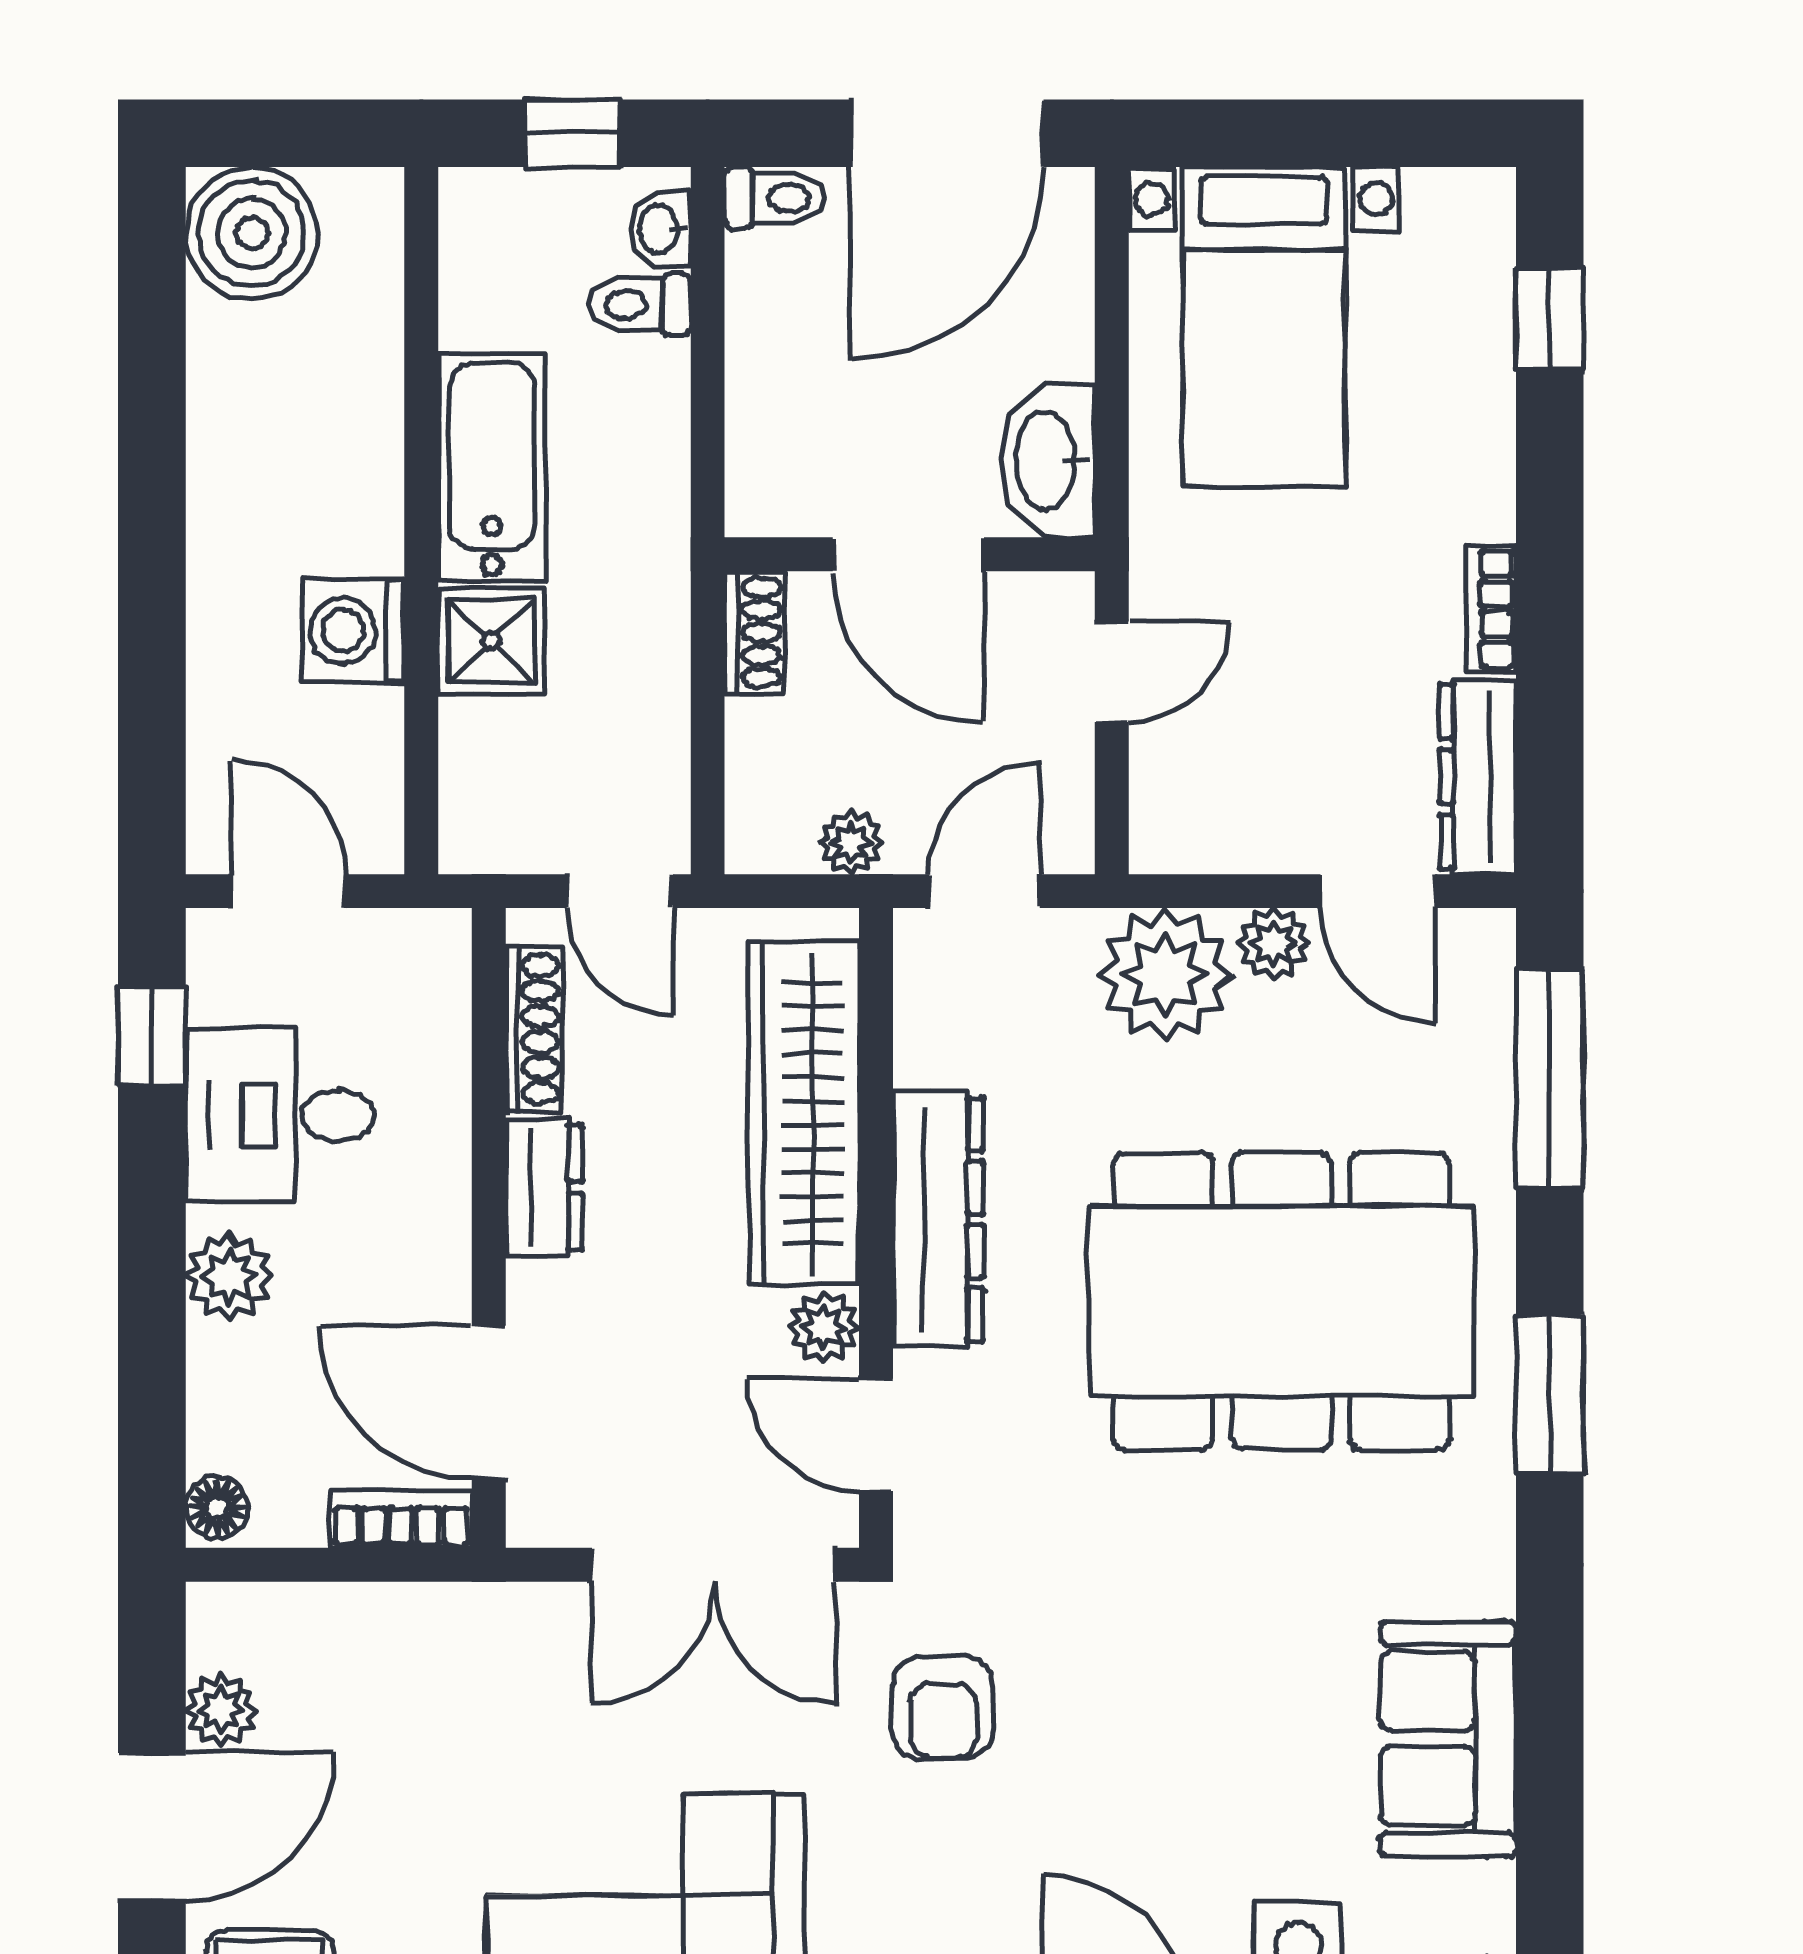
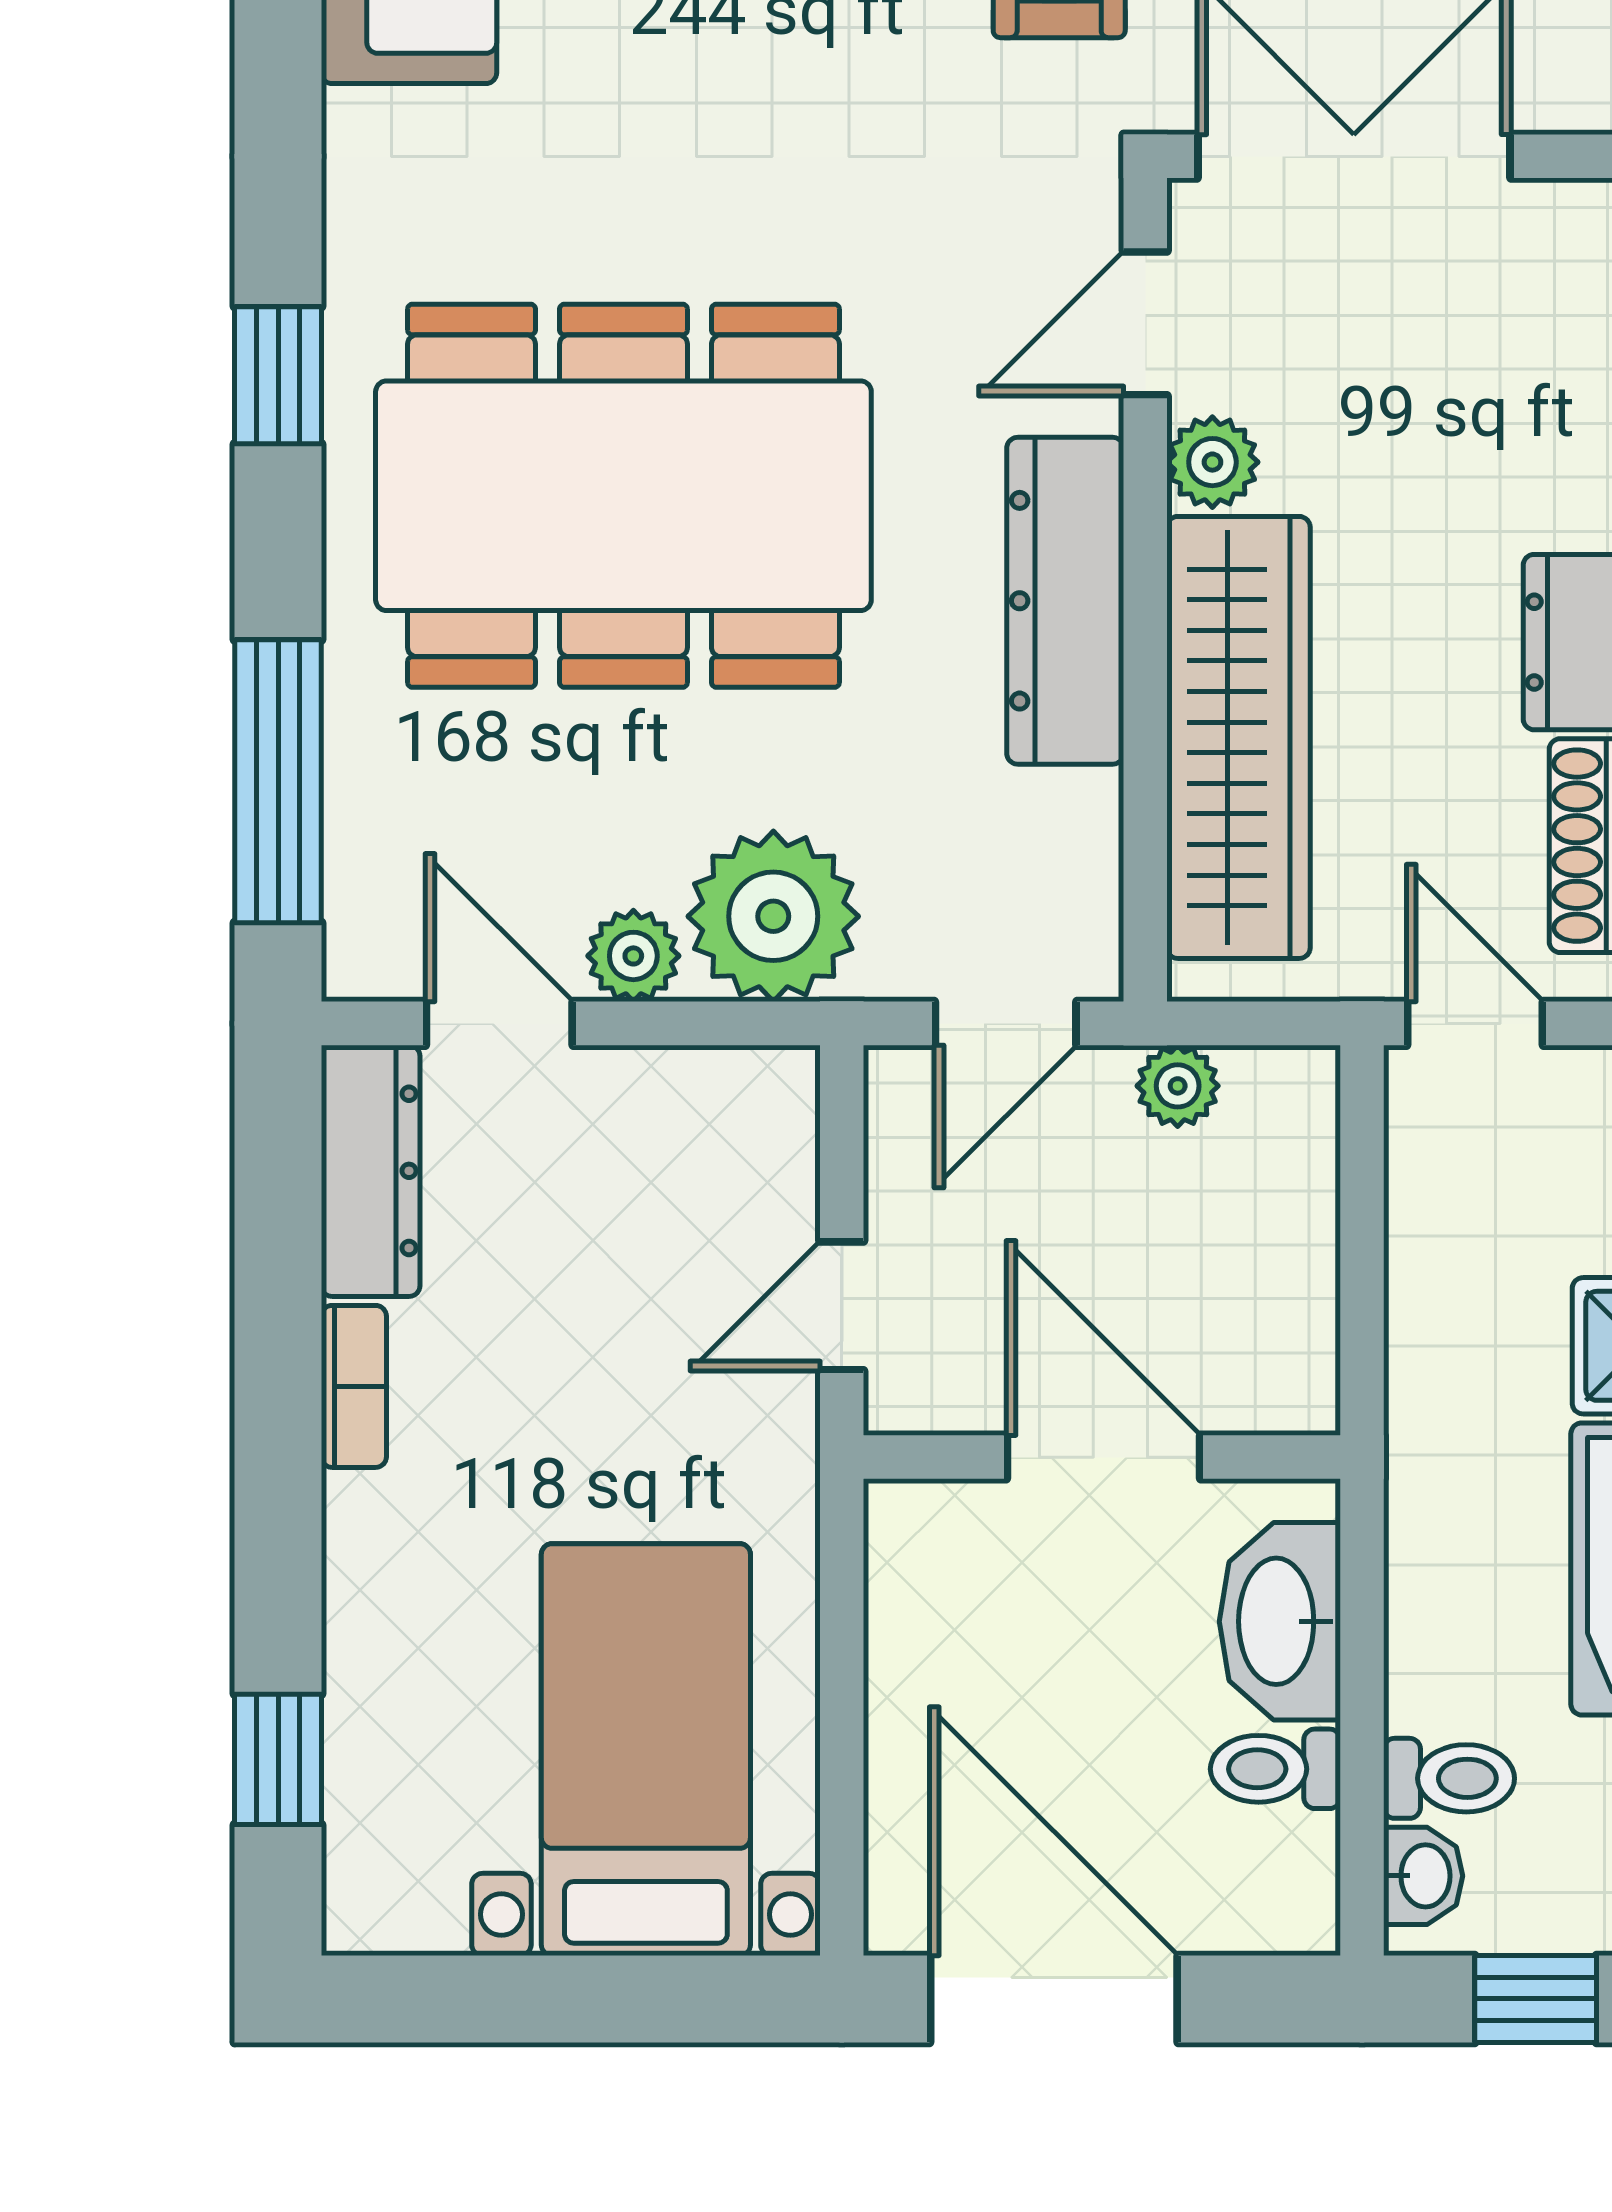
door: (947, 133) -> (1054, 1999), hinge flipped
toilet: (775, 198) -> (1275, 1769), moved
washbasin: (1048, 461) -> (1280, 1621), moved, turned 180
shoe rack: (754, 633) -> (1302, 1356), removed
window: (1550, 1395) -> (278, 375), width x0.67
door: (876, 1435) -> (1145, 323), swing flipped

